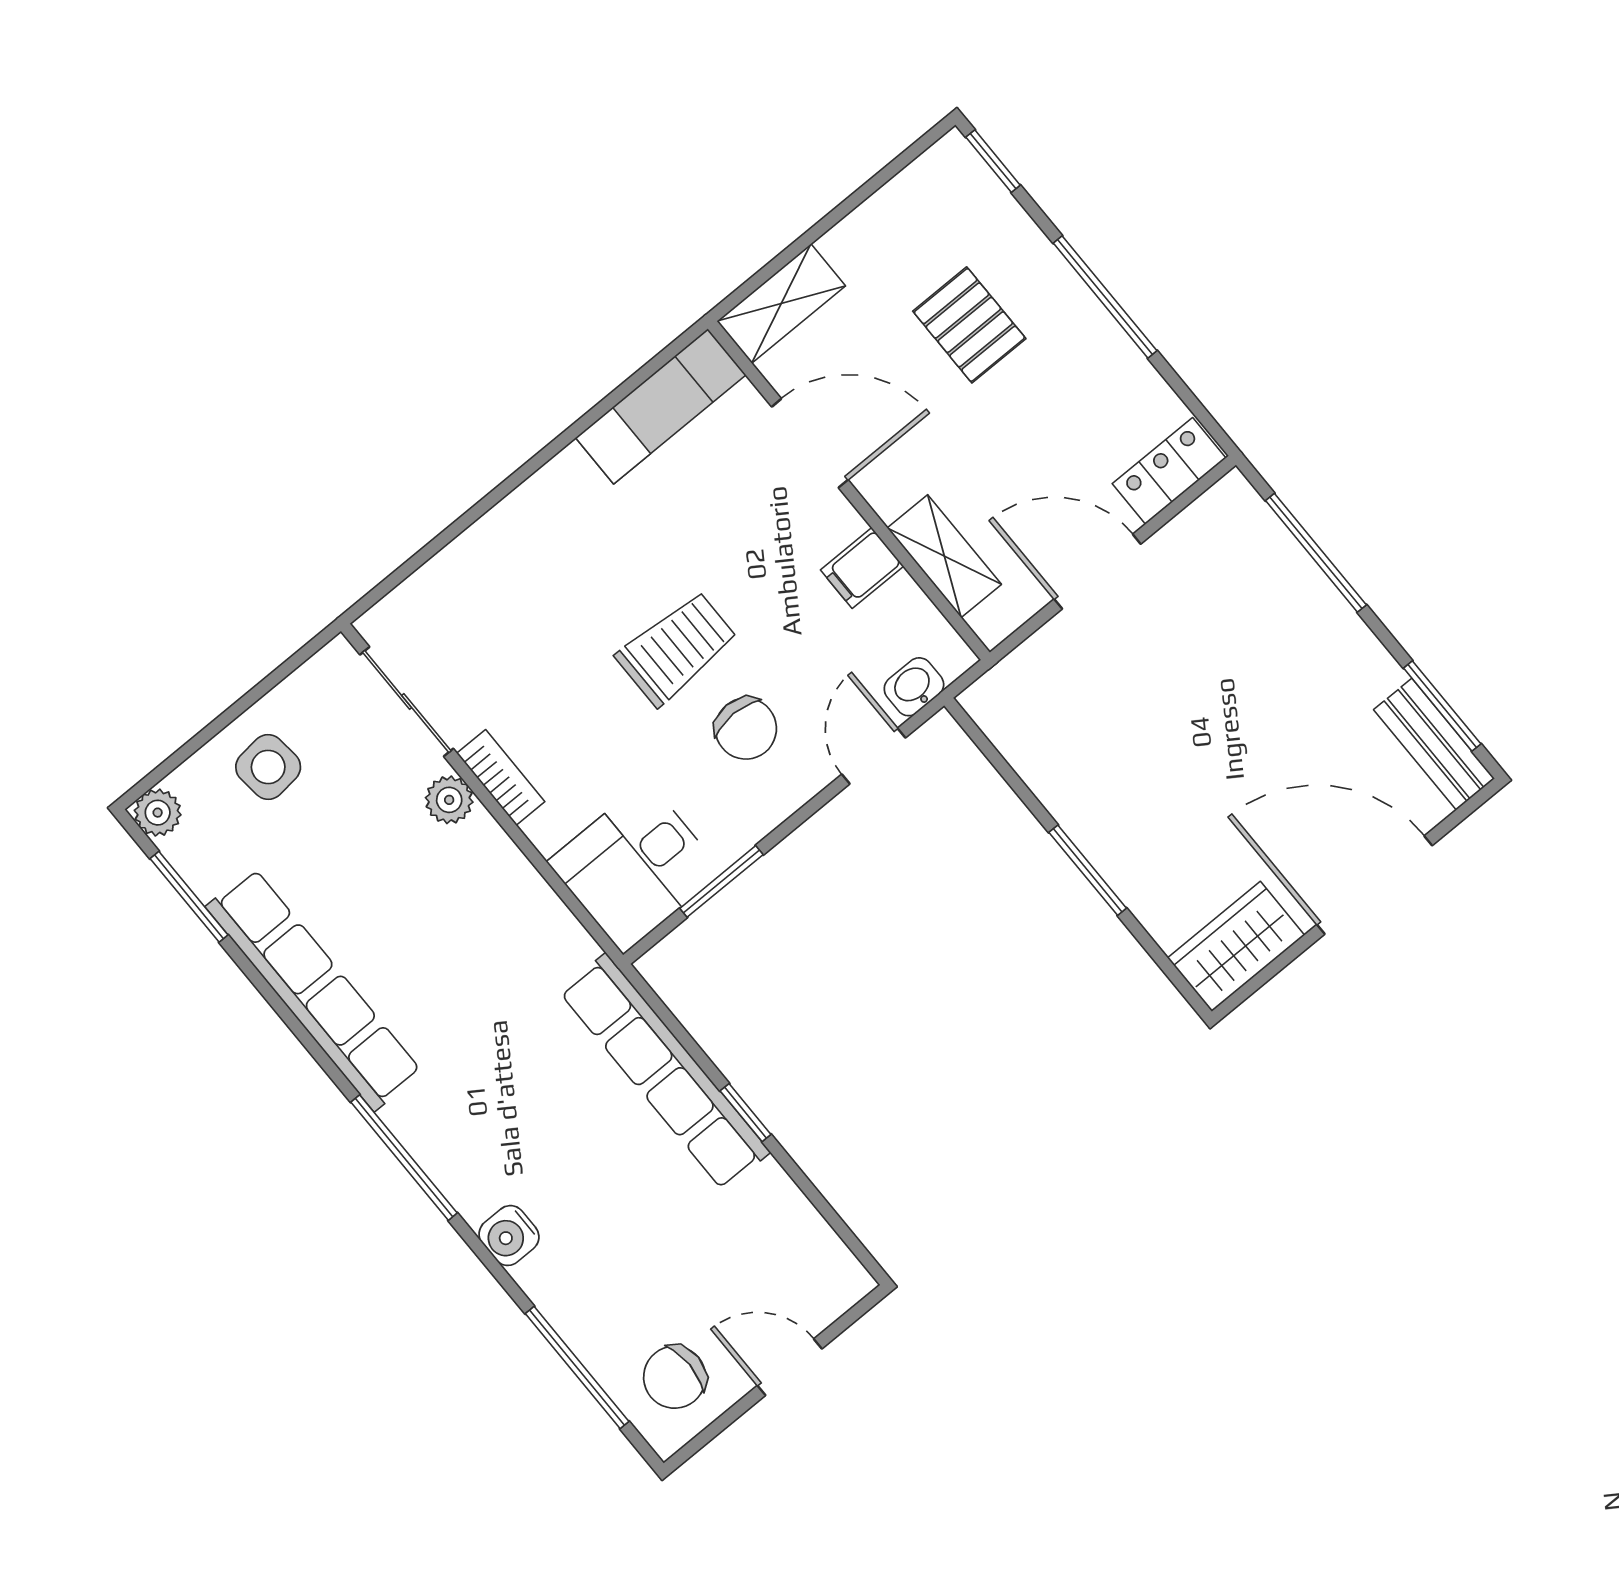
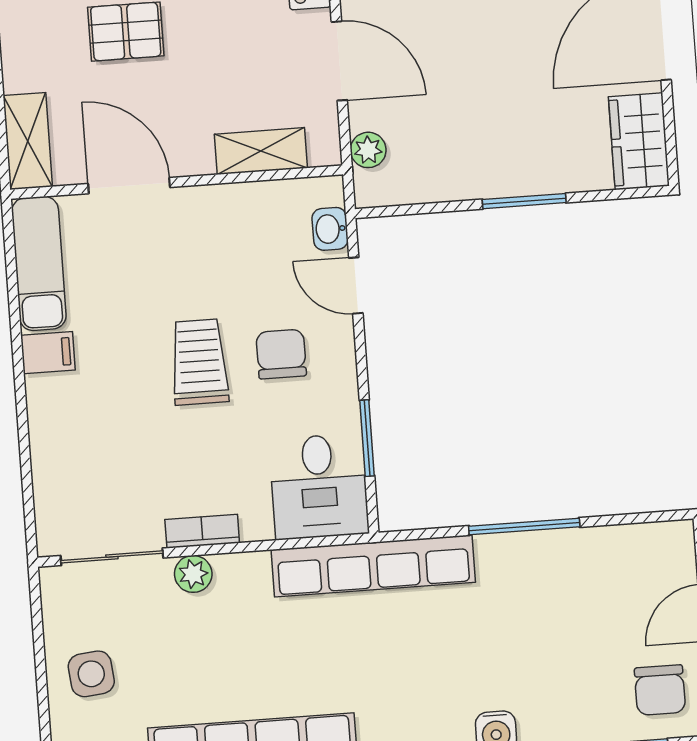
door: (810, 443) -> (129, 186), hinge flipped
filing cabinet: (862, 568) -> (48, 353), moved, turned -90
door: (1097, 571) -> (339, 61), swing flipped
plant: (1025, 668) -> (368, 150), added
chair: (746, 729) -> (281, 354), turned -90
row of seats: (665, 1072) -> (373, 566), moved
window: (746, 1113) -> (524, 526), width x2.17

